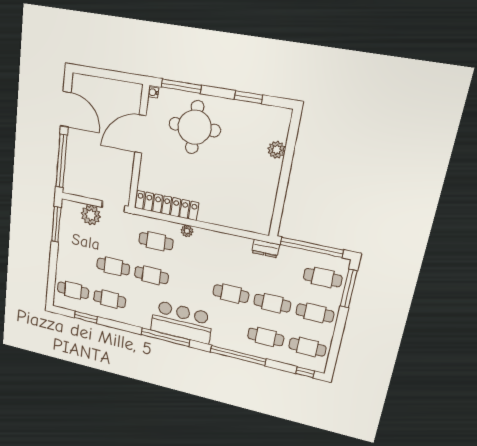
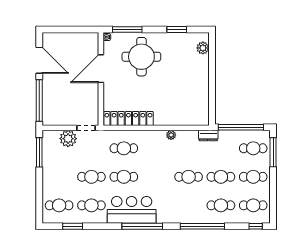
plant: (276, 150) -> (203, 48), moved
plant: (187, 231) -> (171, 135), moved
bar counter: (182, 322) -> (132, 210), moved

